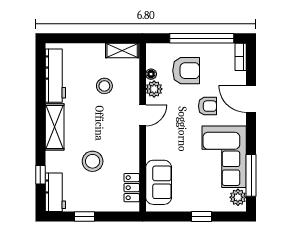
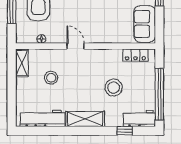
plant: (154, 89) -> (54, 37), removed
sofa: (159, 182) -> (145, 24), moved, turned -90
window: (85, 216) -> (159, 94), width x3.17

